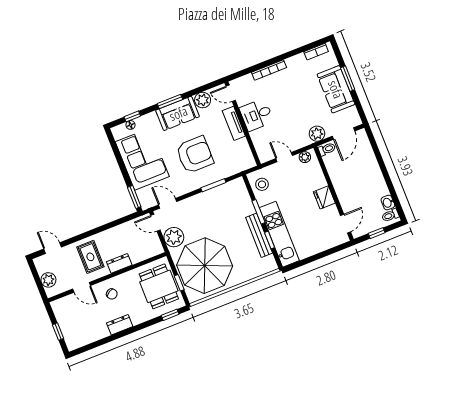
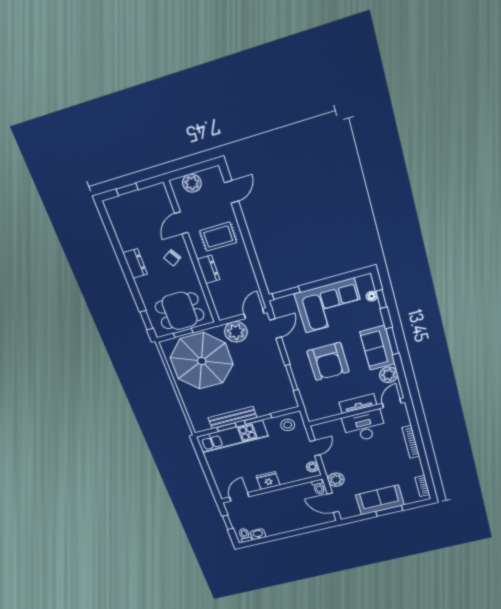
desk: (257, 115) -> (364, 426), width x1.37
door: (346, 224) -> (239, 497), swing flipped

